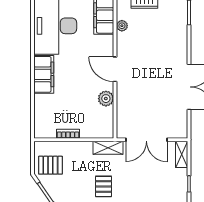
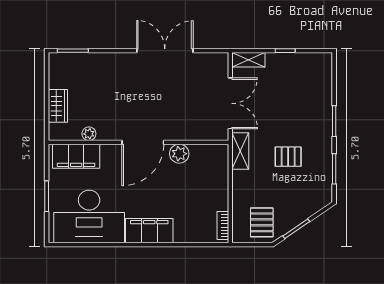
door: (115, 69) -> (143, 142), width x1.36
bookcase: (68, 134) -> (223, 226), moved

